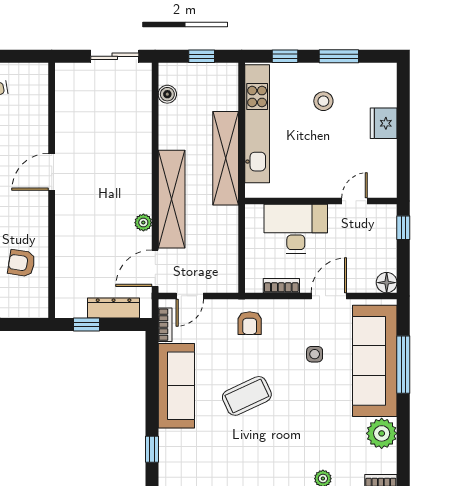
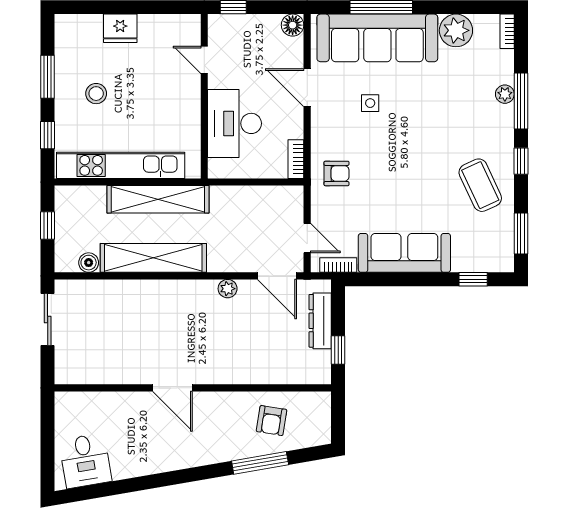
shelving: (172, 199) -> (153, 258), moved
bookcase: (281, 286) -> (296, 159), moved
coffee table: (247, 396) -> (480, 185), moved

